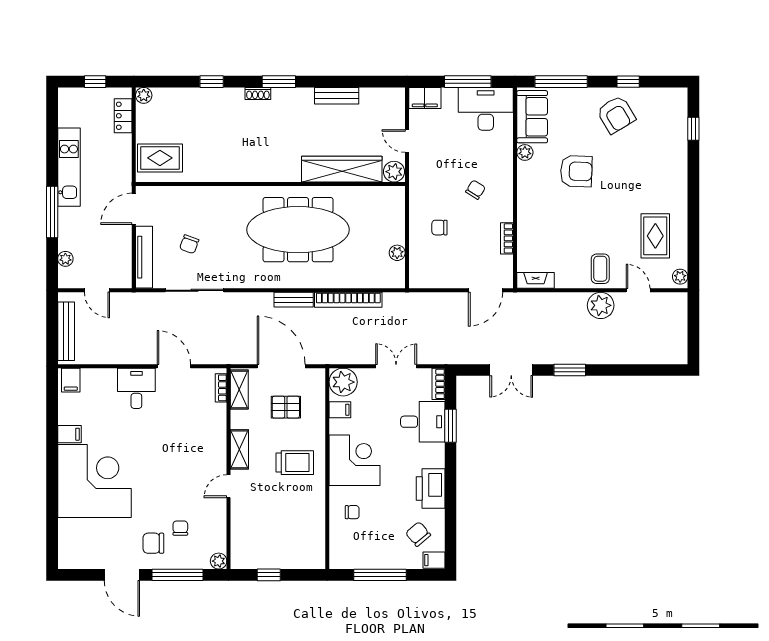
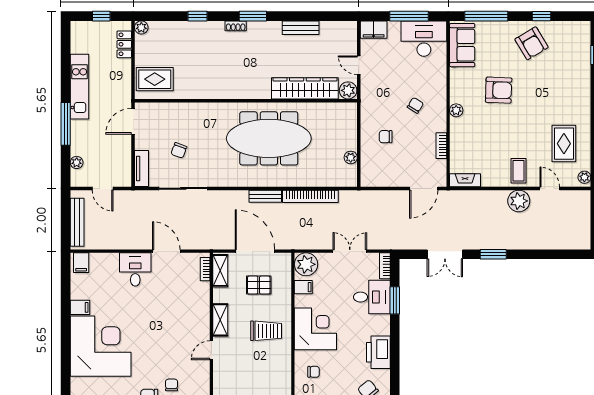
plant: (525, 152) -> (456, 110), moved
tv unit: (144, 257) -> (142, 169), width x0.71

